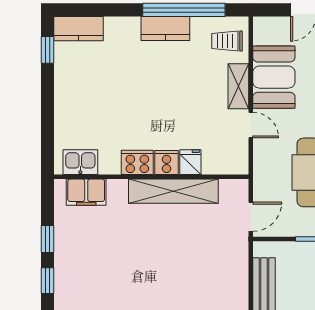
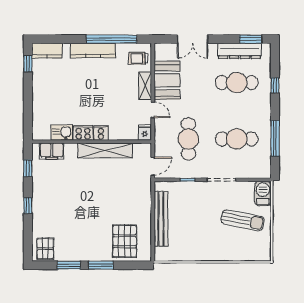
kitchen counter: (165, 28) -> (93, 50), width x1.50
kitchen sink: (80, 162) -> (62, 133), moved
fridge: (190, 162) -> (145, 133), moved
window: (47, 239) -> (28, 168), moved

